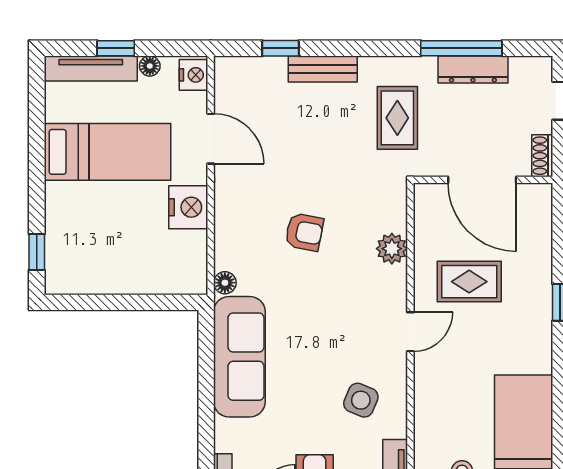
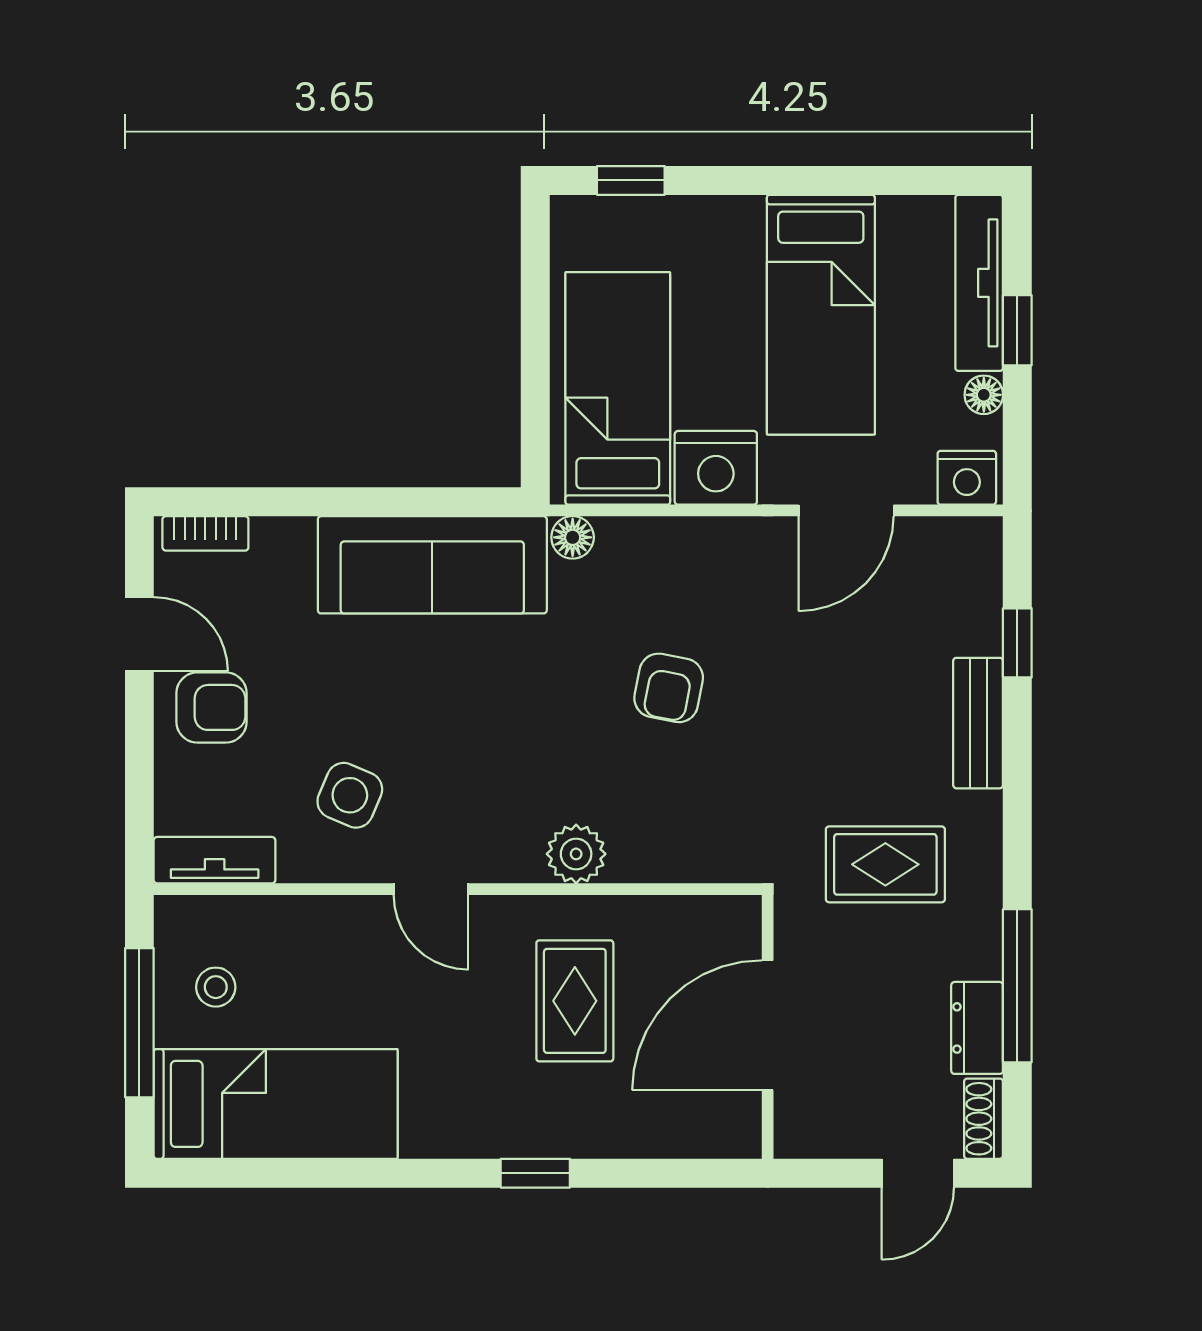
dresser: (473, 69) -> (977, 1028), width x0.70
shoe rack: (542, 156) -> (984, 1119), moved, turned -90
plant: (392, 249) -> (576, 854), moved
bed: (146, 259) -> (618, 388), added
door: (410, 332) -> (431, 889), moved

